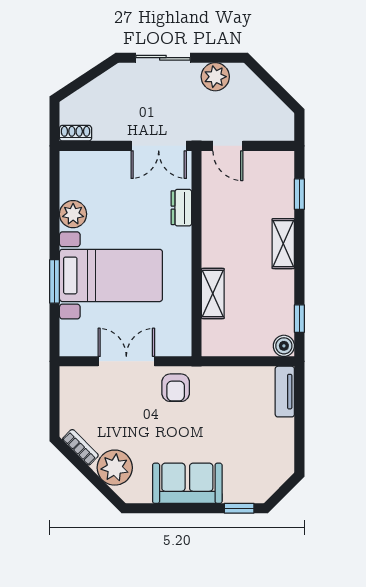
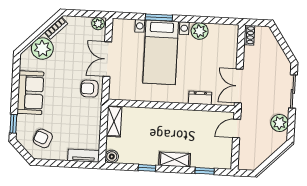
shelving: (213, 293) -> (114, 121), moved, turned 90
window: (299, 319) -> (147, 168), moved
double door: (126, 361) -> (107, 59), swing flipped
plant: (70, 379) -> (98, 24), added
armchair: (260, 459) -> (43, 138), added

